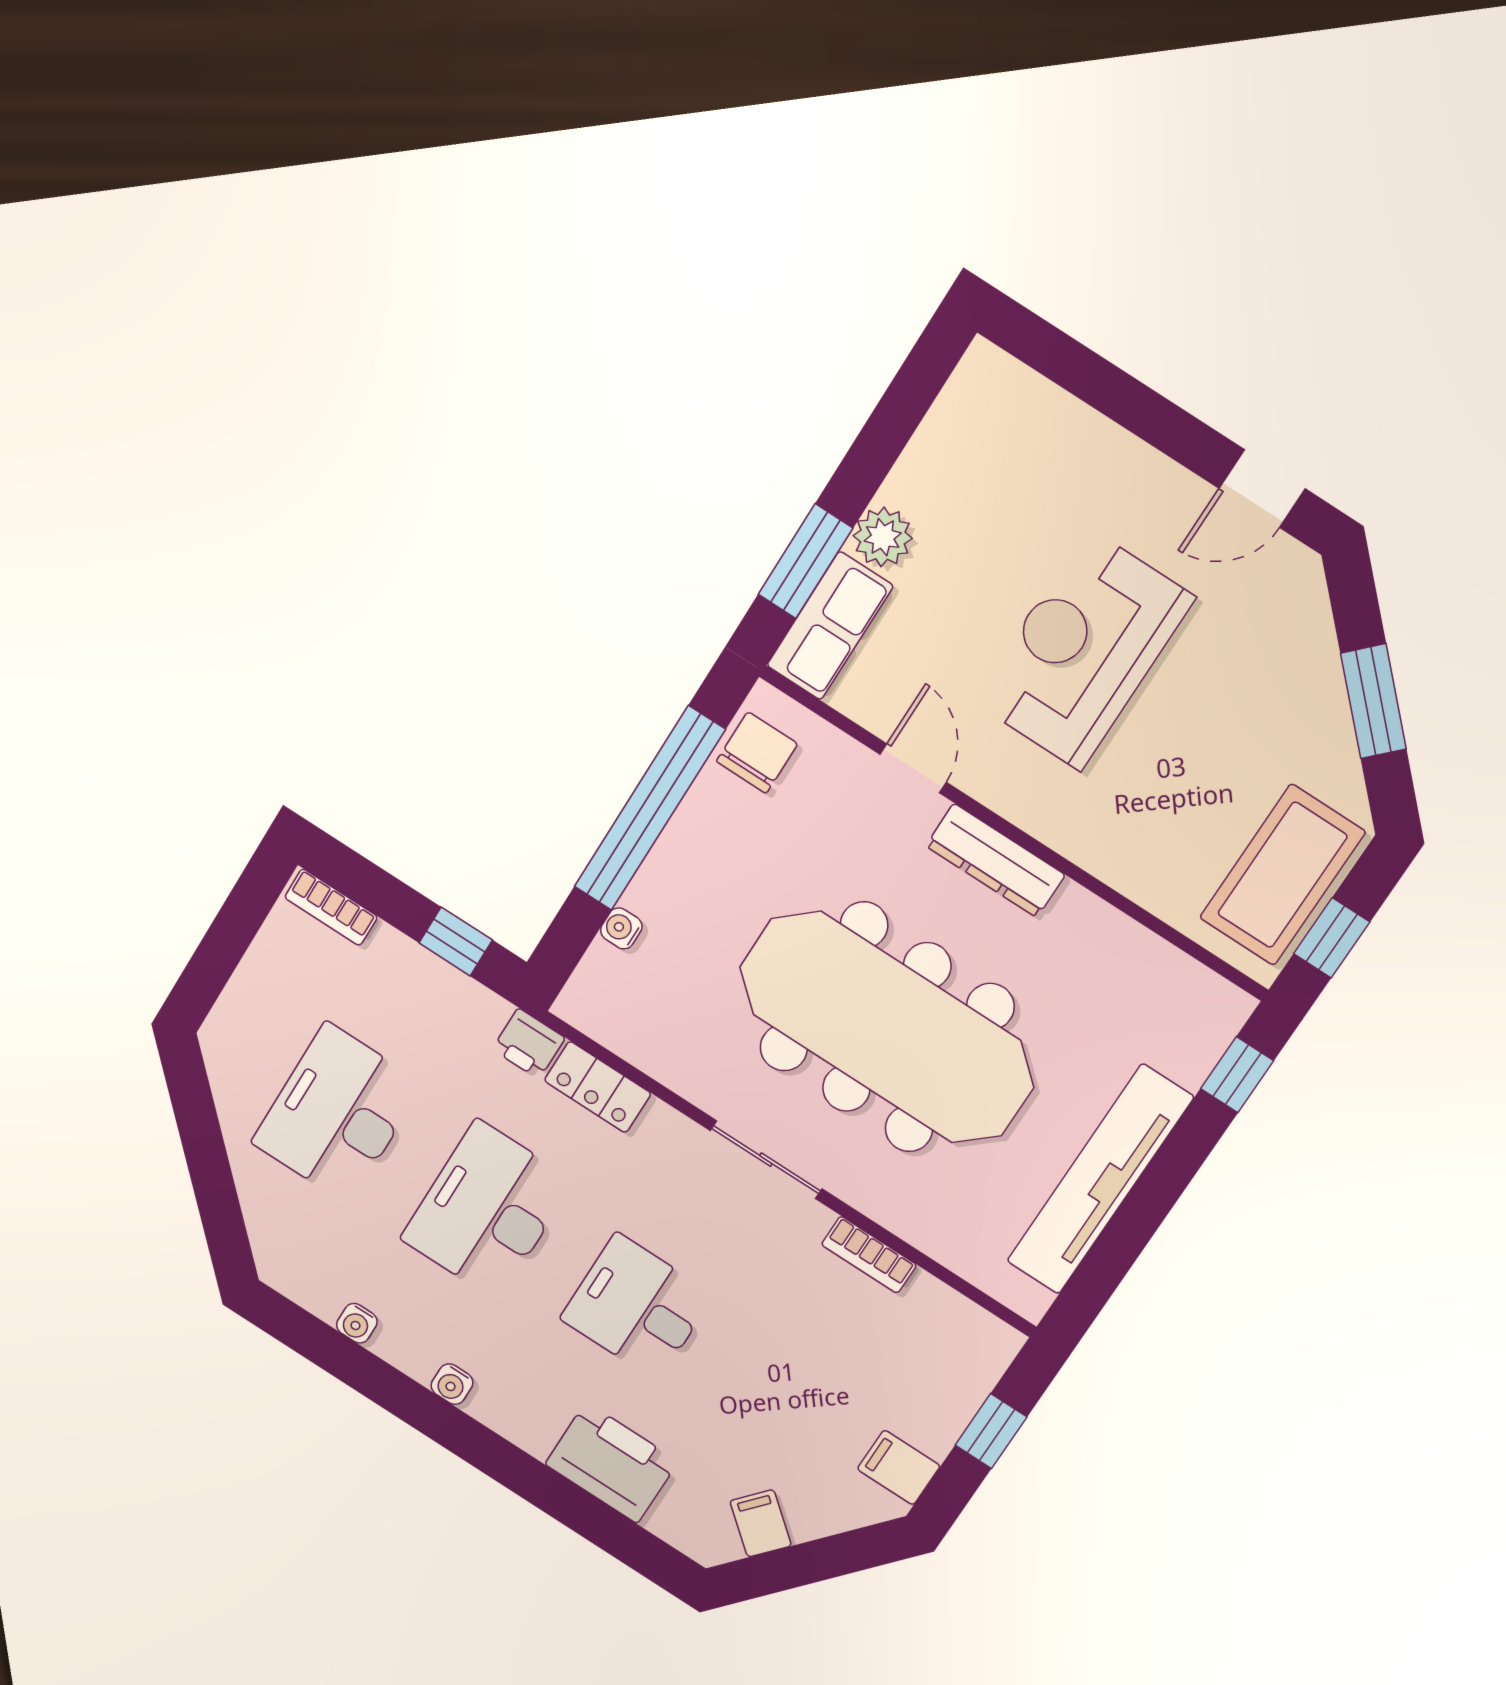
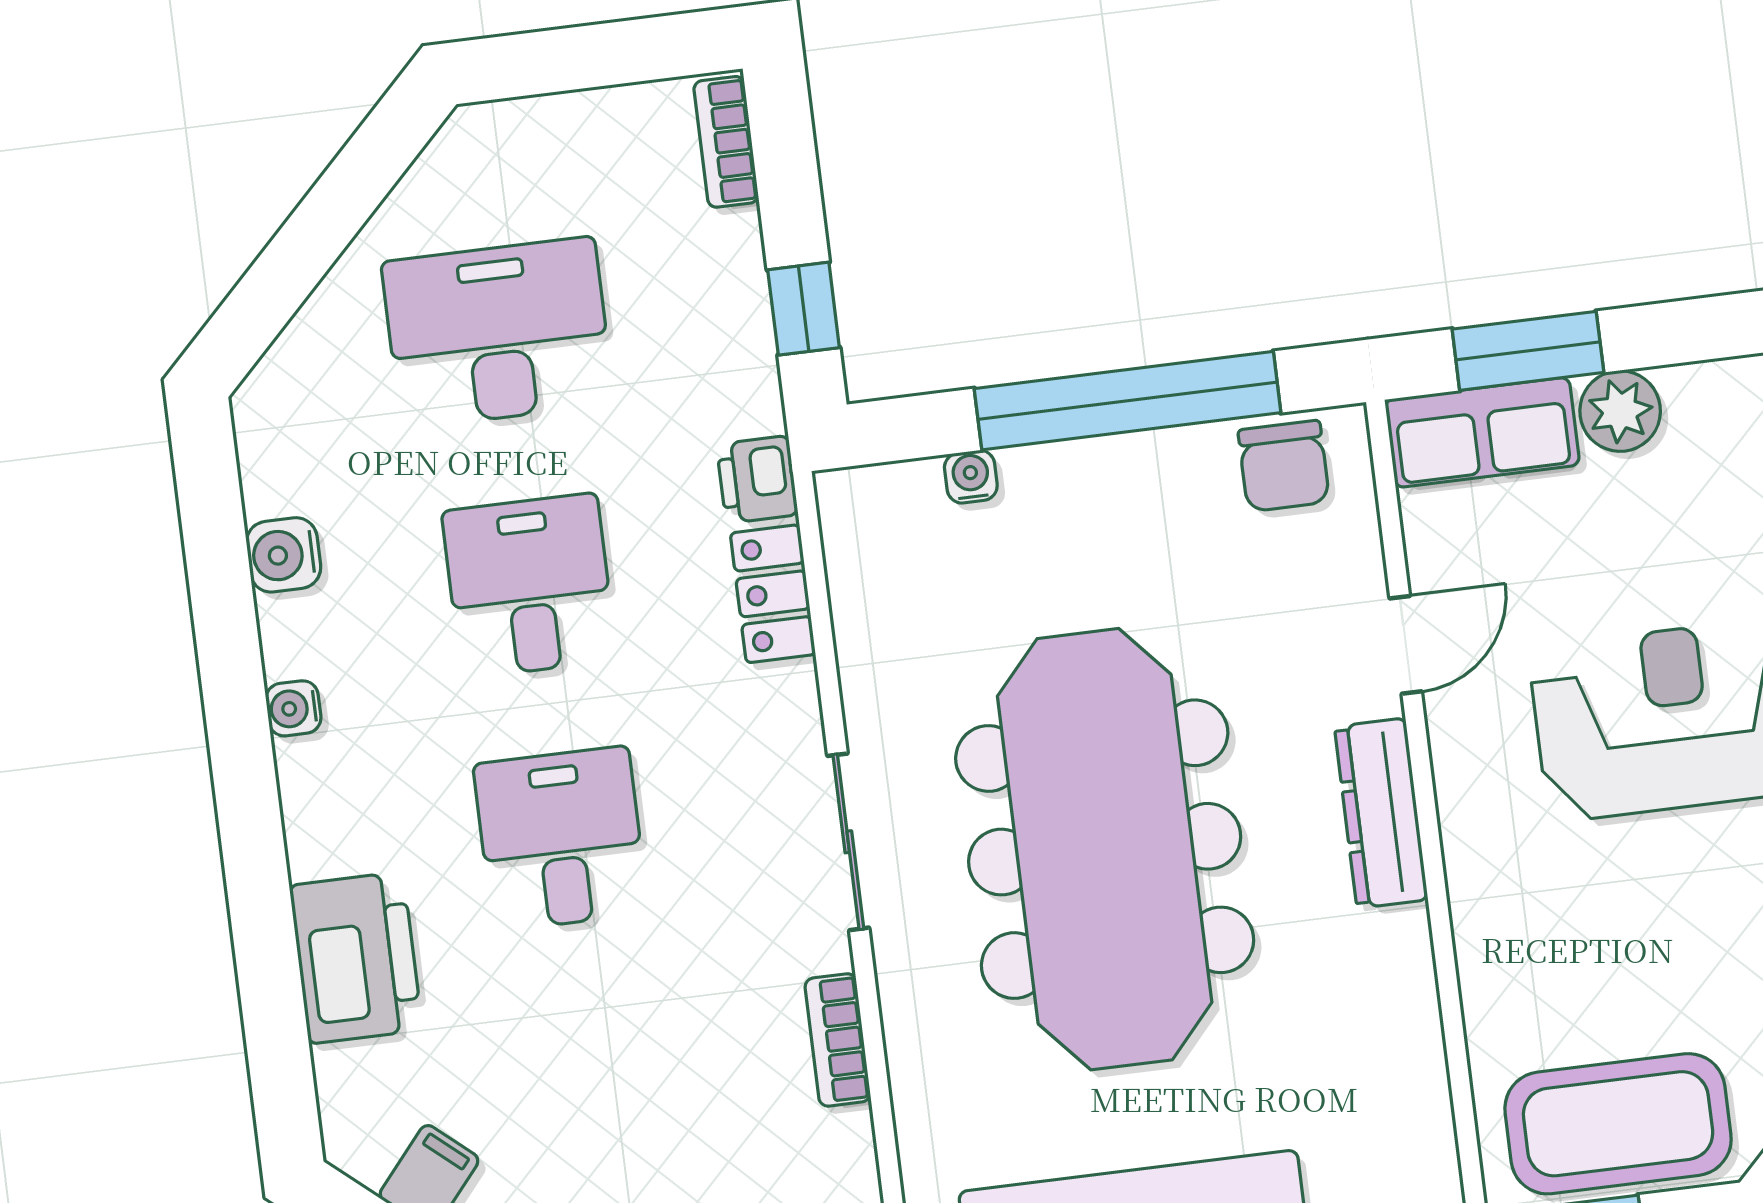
chair: (757, 753) -> (1284, 466), turned 90
desk: (487, 1210) -> (529, 586), width x0.73
water cooler: (357, 1323) -> (284, 555), width x1.38, depth x1.38

